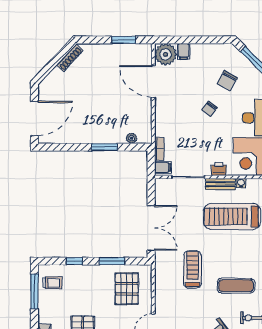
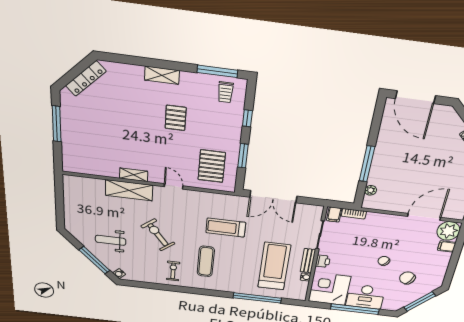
window: (104, 147) -> (367, 164), width x1.44
treadmill: (193, 269) -> (226, 228), turned 180
pallet: (127, 289) -> (212, 166), turned 90

